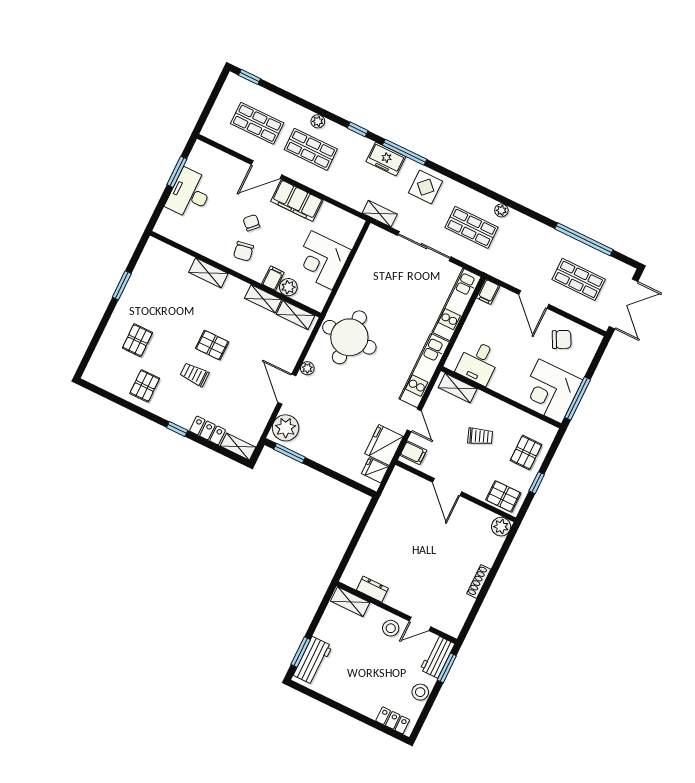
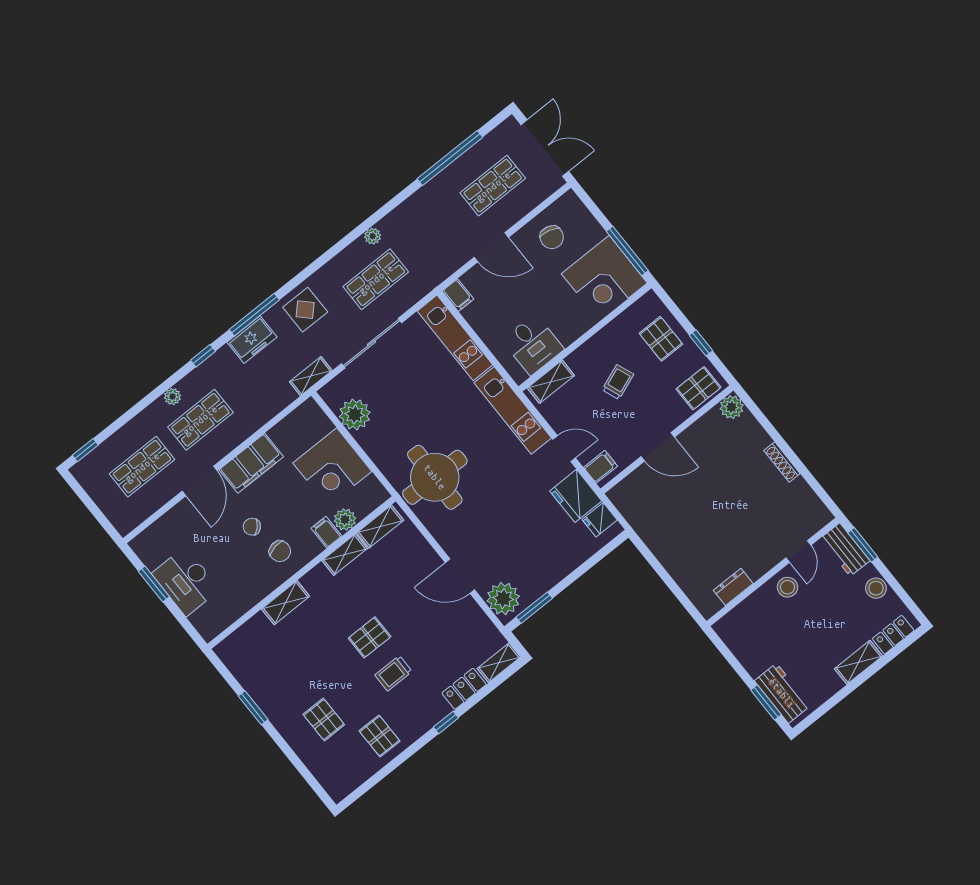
chair: (562, 339) -> (552, 237), turned 132
plant: (307, 368) -> (355, 414), moved, width x1.87, depth x1.87
shelving: (350, 602) -> (859, 662), moved

